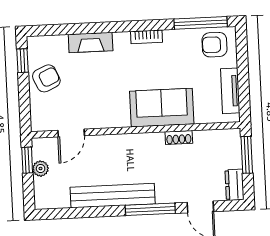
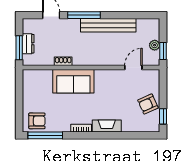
fireplace: (91, 42) -> (107, 126), moved
tv unit: (230, 91) -> (28, 90), removed
dresser: (235, 185) -> (28, 44), moved

